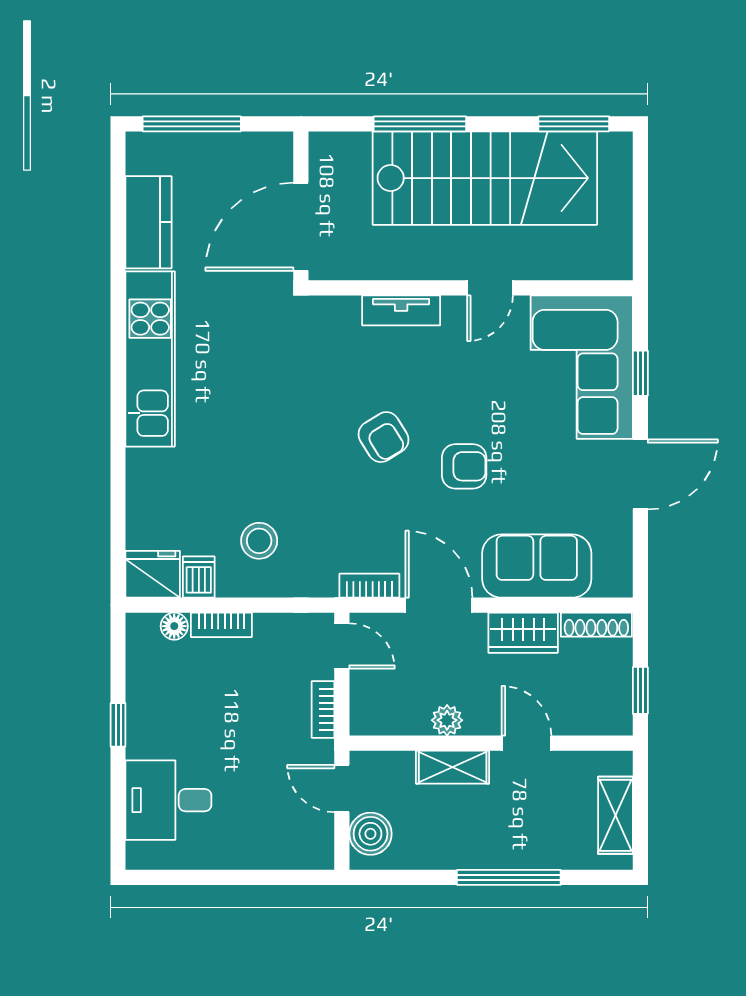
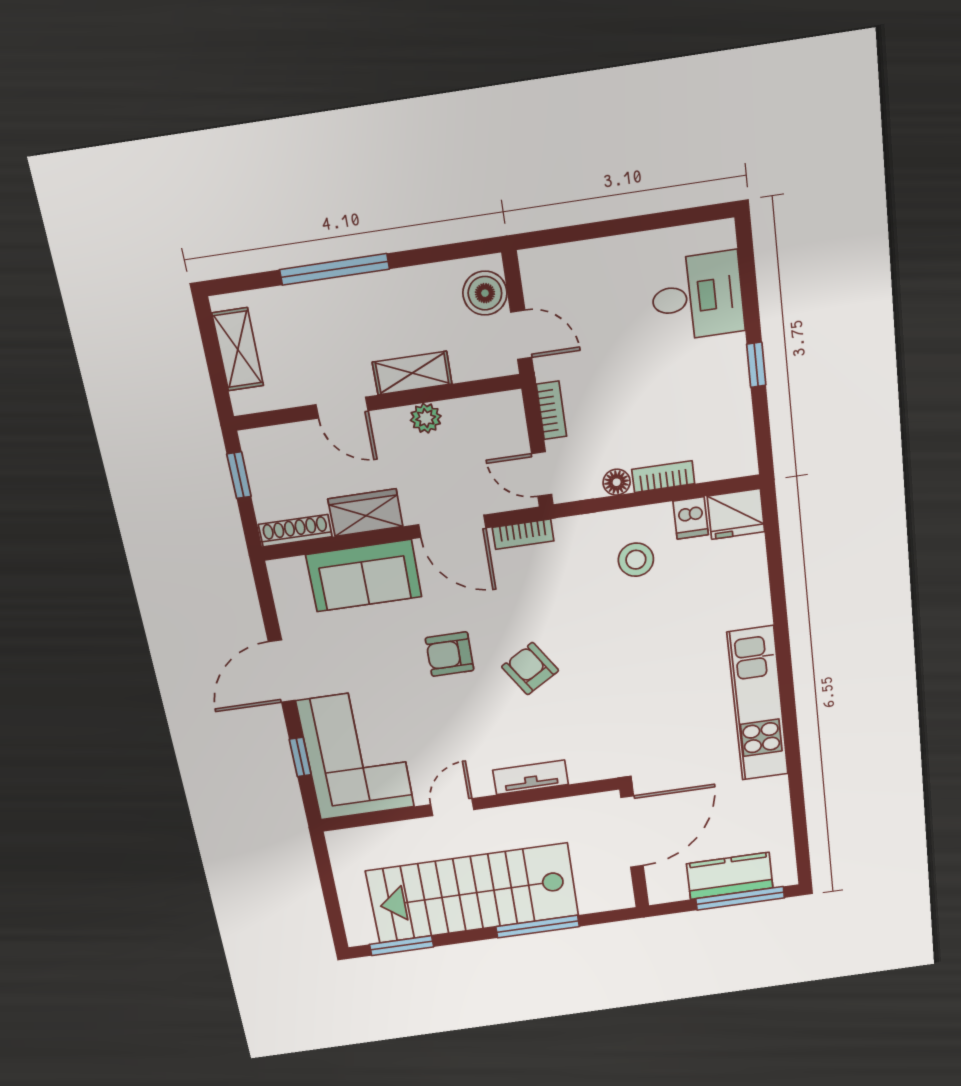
kitchen counter: (149, 222) -> (730, 876), moved, turned 90
floor lamp: (174, 626) -> (617, 482), moved

